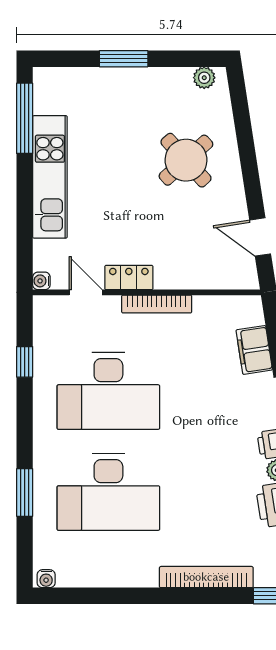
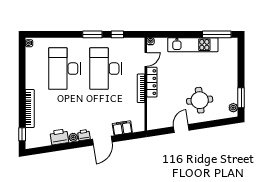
window: (124, 59) -> (241, 98), moved
round table: (186, 160) -> (200, 100), turned 36
door: (260, 237) -> (181, 128), moved
locker: (129, 278) -> (152, 82), width x1.53
window: (25, 493) -> (92, 34), moved

